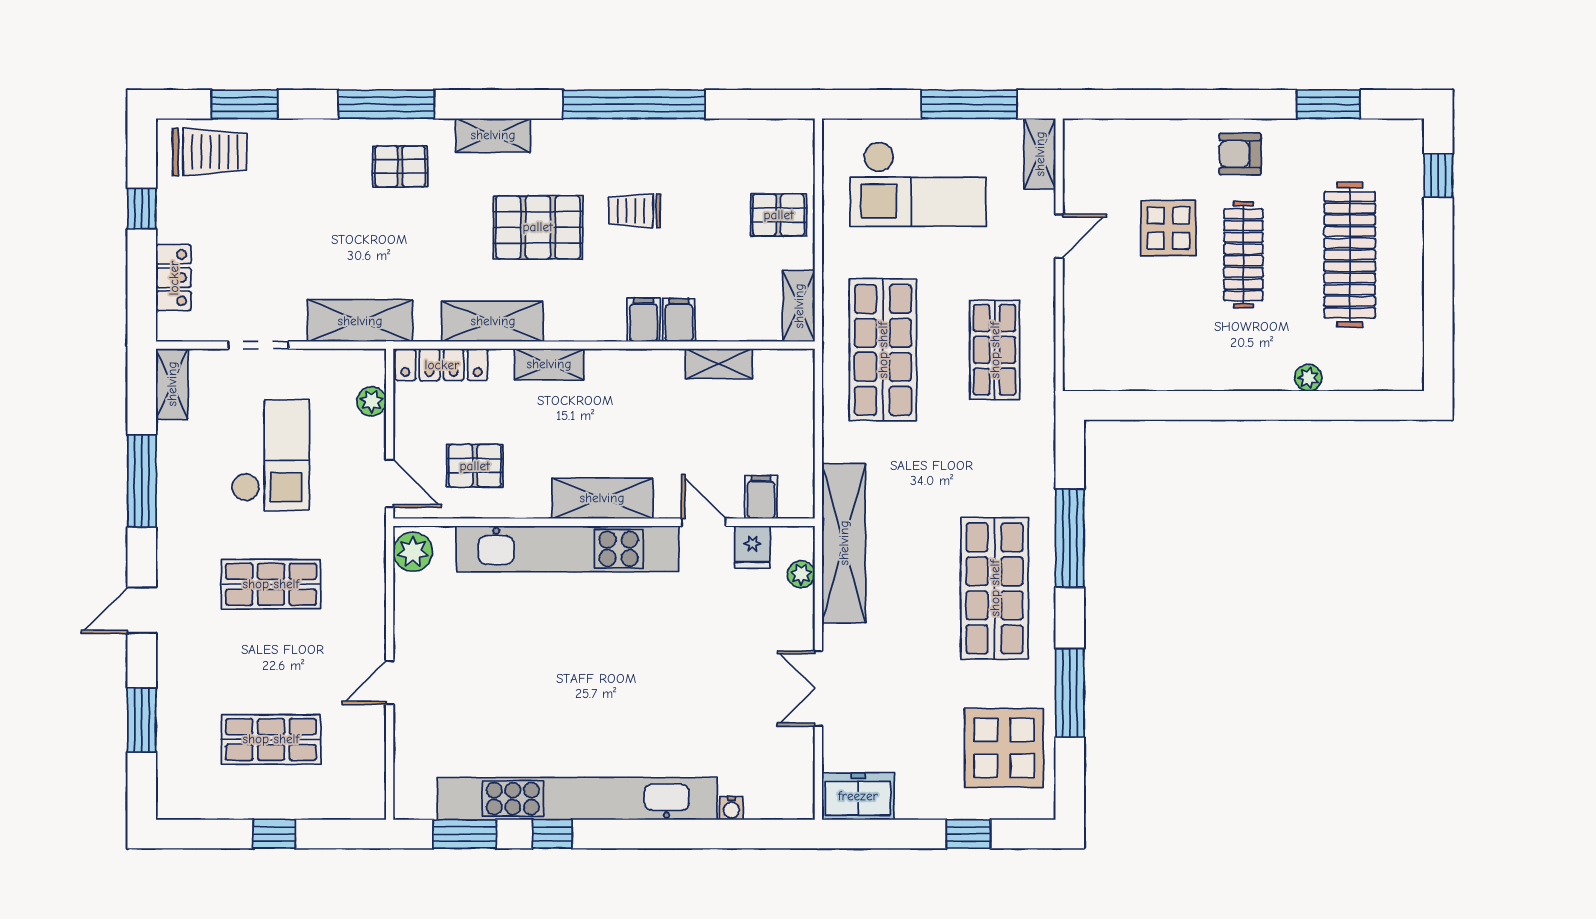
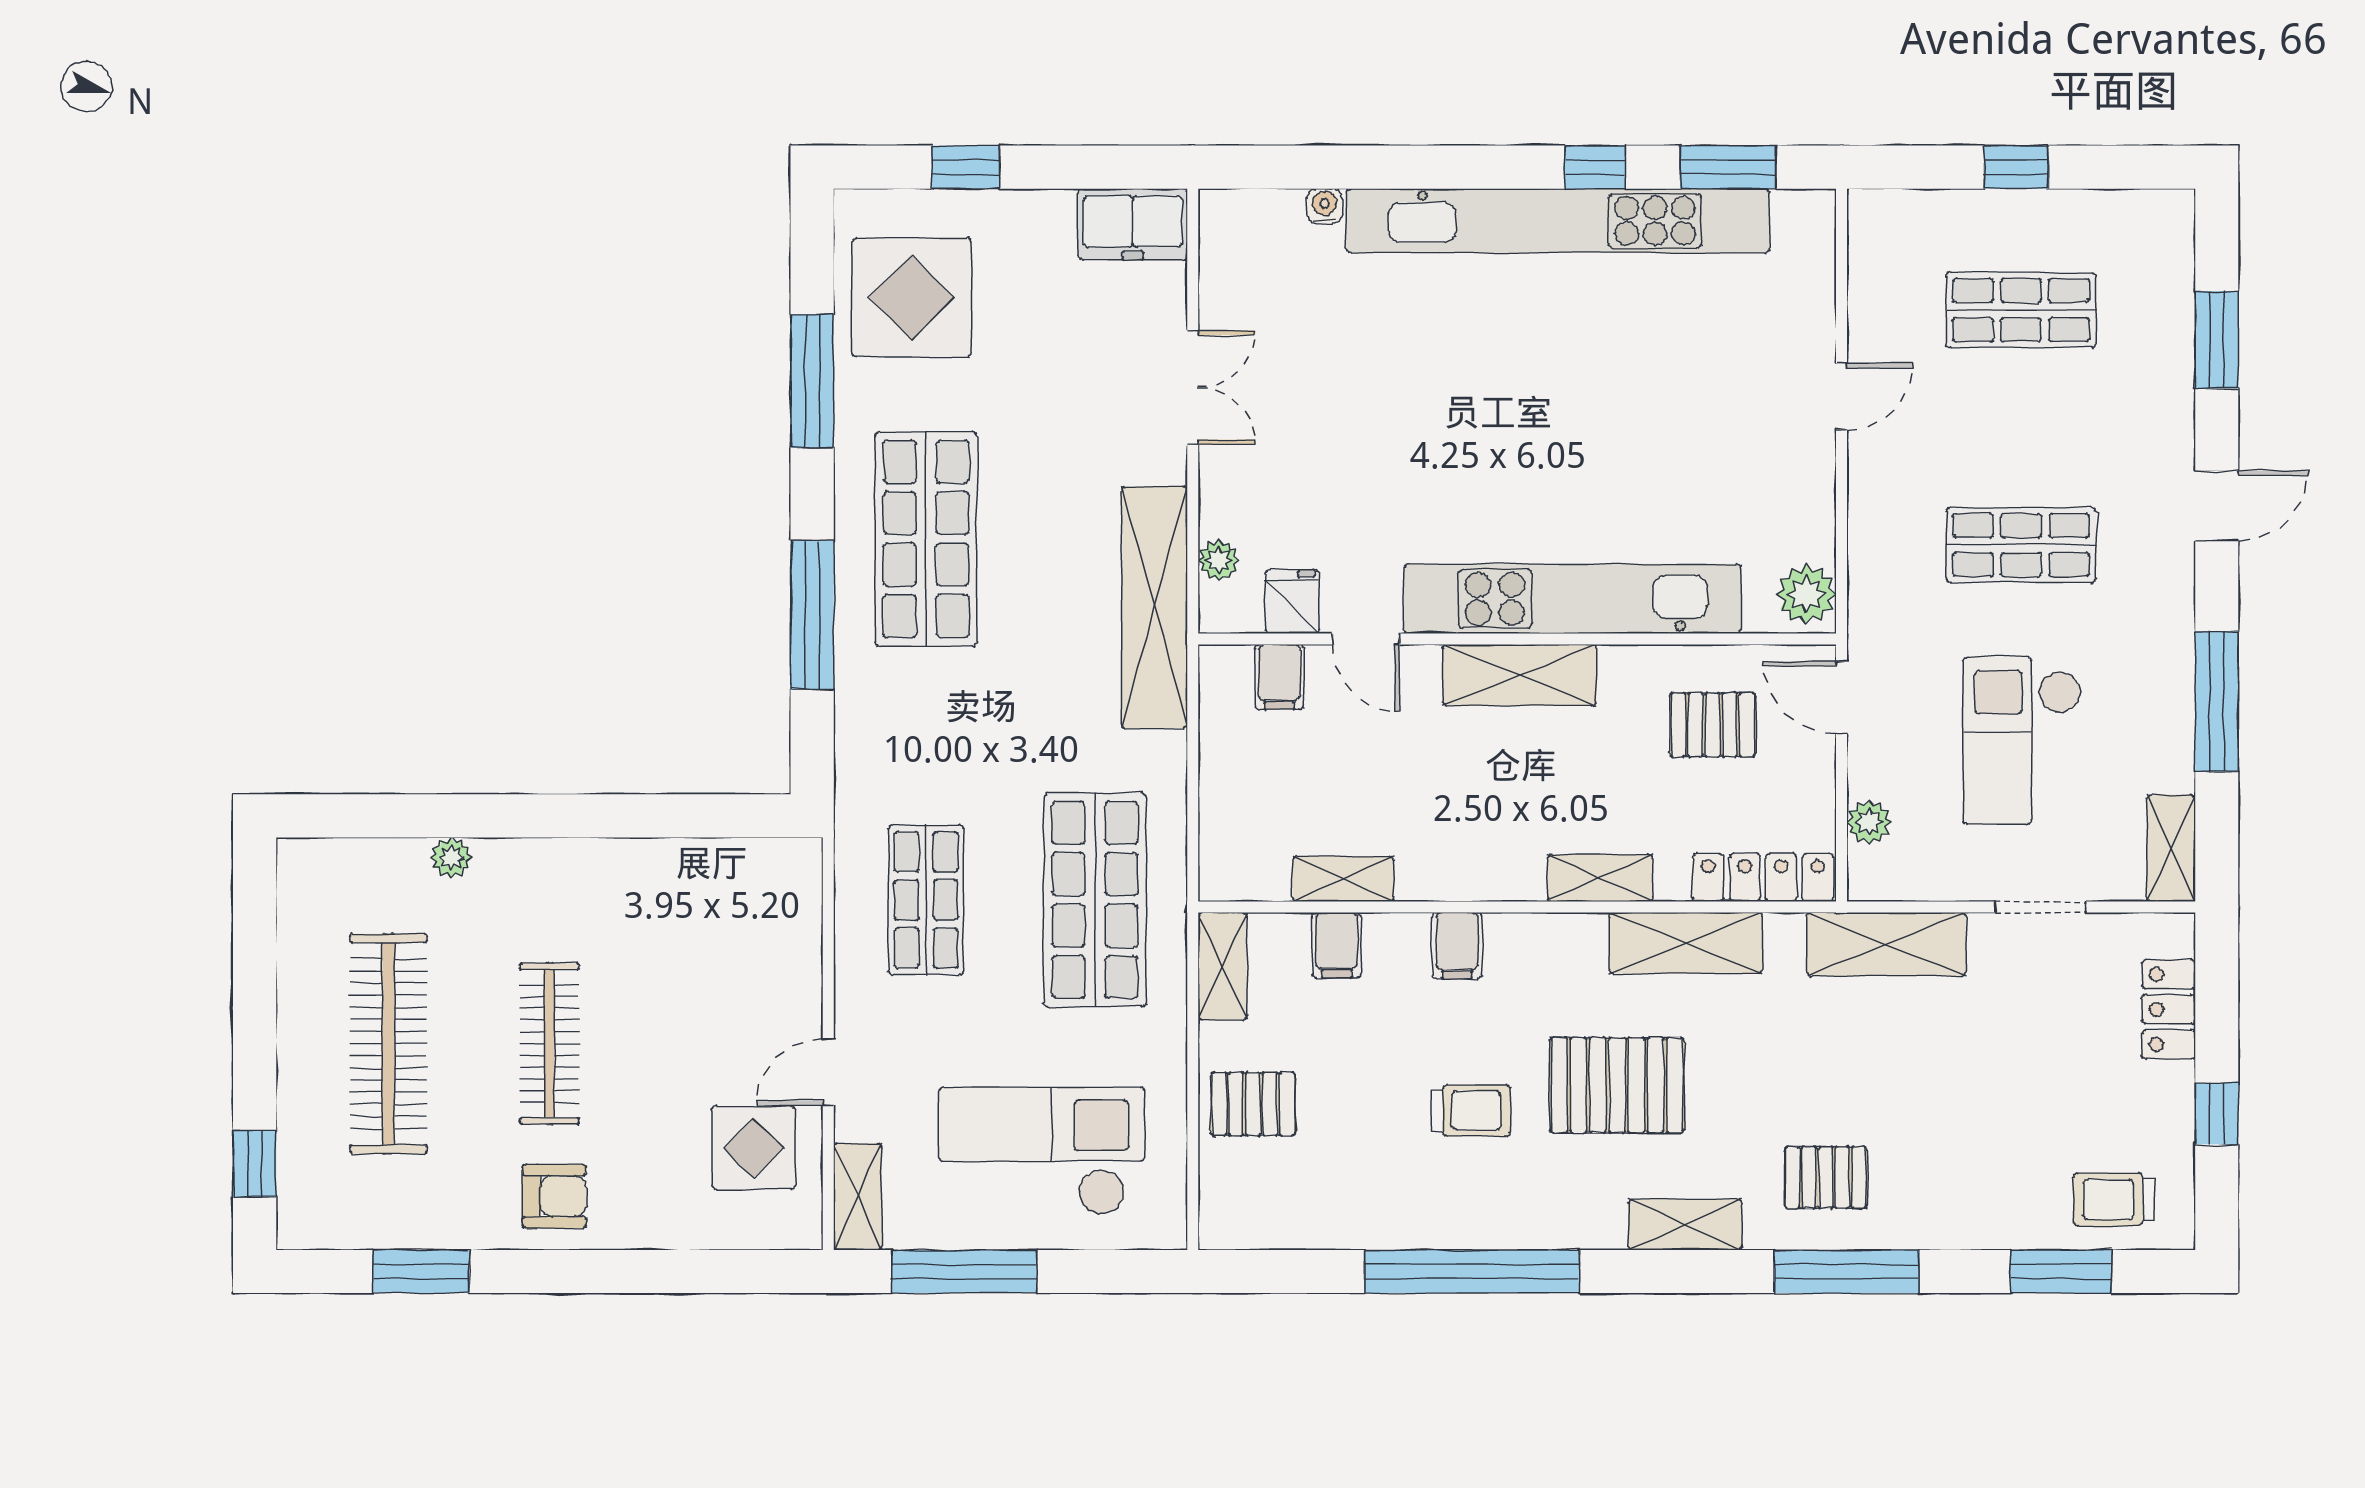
trolley: (210, 152) -> (2114, 1199), width x0.73, depth x0.72
display table: (1168, 228) -> (754, 1148), moved
filing cabinet: (679, 320) -> (1337, 945), moved

